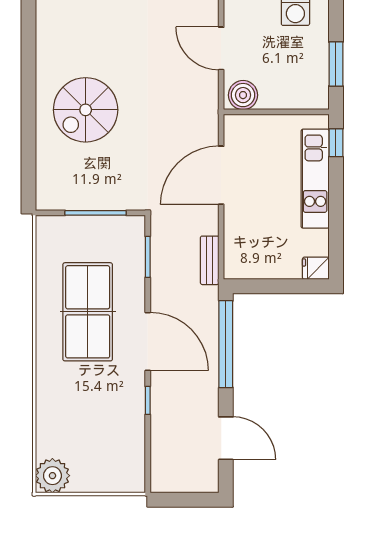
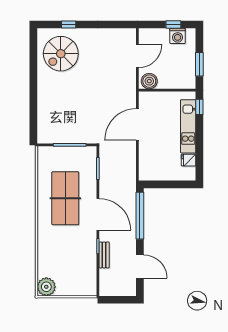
door: (221, 48) -> (137, 56), swing flipped
spiral stairs: (86, 110) -> (61, 54), moved
bench: (210, 260) -> (104, 255), moved
fridge: (316, 268) -> (189, 160), moved

